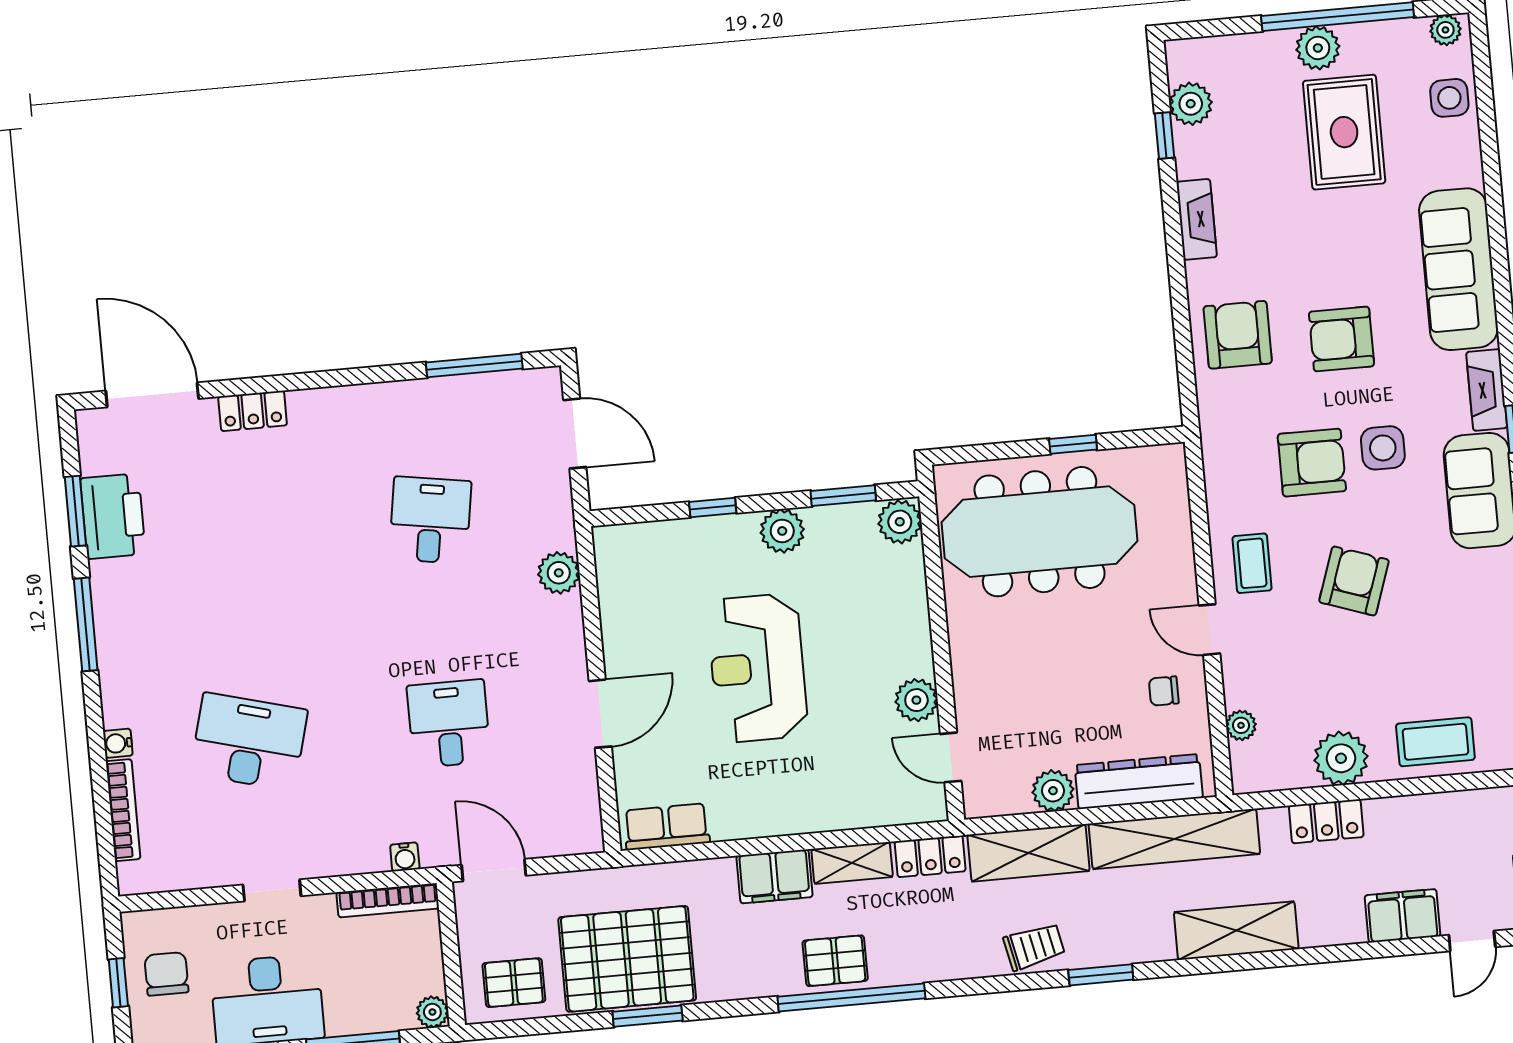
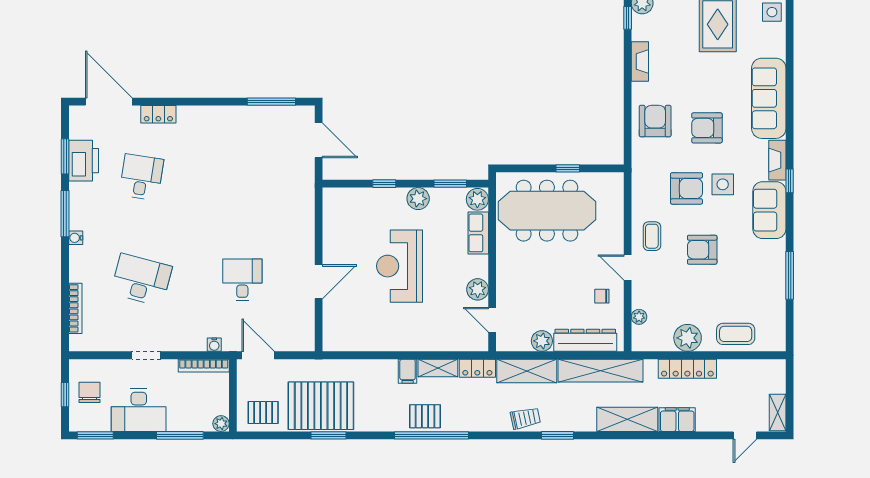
desk: (430, 520) -> (141, 177), moved
plant: (559, 573) -> (304, 209), removed
armchair: (1354, 581) -> (702, 250), turned -109
water cooler: (118, 743) -> (76, 238), moved
locker: (1326, 821) -> (687, 369), width x1.53
row of seats: (667, 827) -> (478, 233), moved, turned -90
filing cabinet: (774, 876) -> (408, 371), width x0.50
filing cabinet: (1403, 916) -> (677, 420), moved

